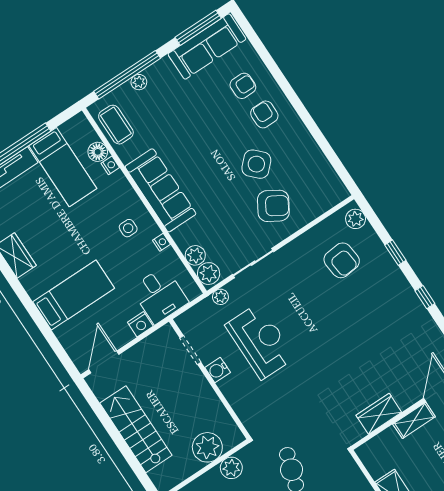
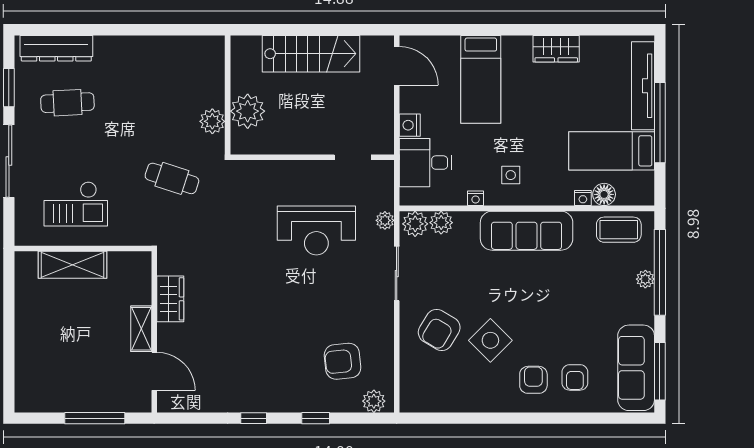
armchair: (264, 114) -> (533, 380), turned -90
water cooler: (218, 370) -> (316, 171), removed

